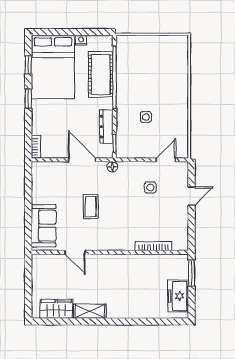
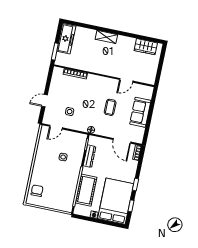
chair: (174, 58) -> (37, 191), added
door: (82, 160) -> (122, 141), moved
sofa: (44, 226) -> (140, 112), moved
door: (75, 252) -> (126, 80), swing flipped
freezer: (178, 296) -> (66, 39), width x1.40
shelving: (90, 311) -> (106, 37), moved

